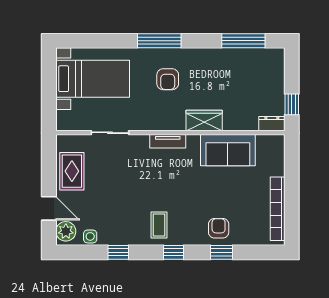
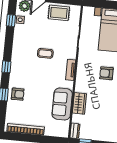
wardrobe: (204, 121) -> (79, 103), moved
coffee table: (159, 225) -> (45, 53), moved
window: (118, 252) -> (11, 21), moved

